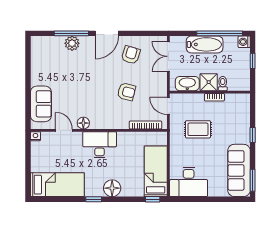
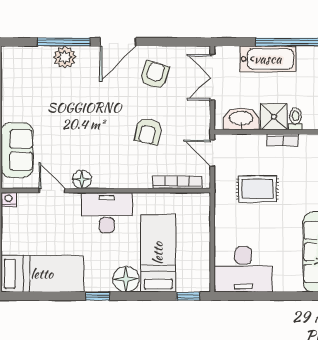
armchair: (126, 92) -> (148, 131), turned 88
bed: (156, 171) -> (158, 253), moved

